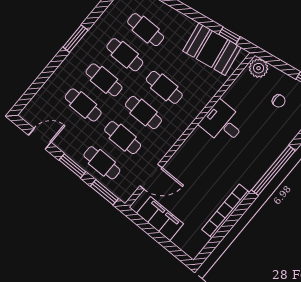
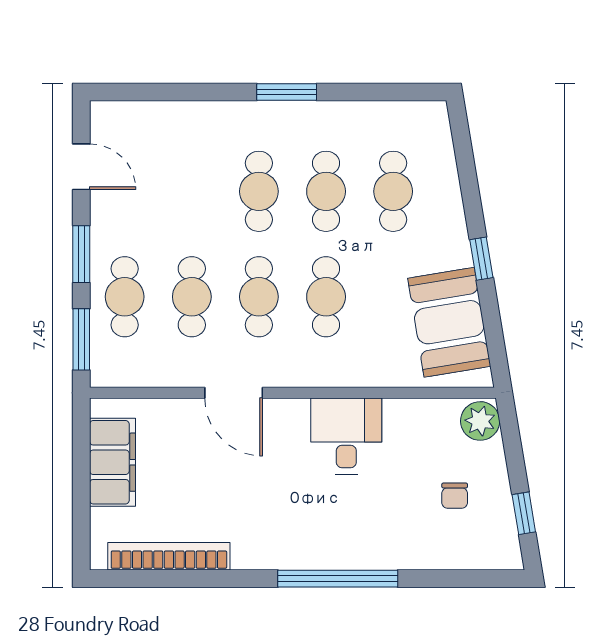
window: (229, 36) -> (481, 259), moved
cafe table: (83, 105) -> (192, 191), removed
door: (151, 177) -> (234, 393), moved
bookcase: (226, 211) -> (169, 556), moved

